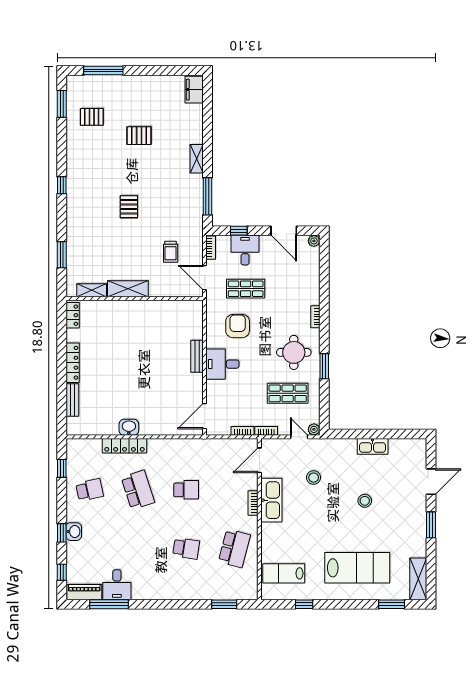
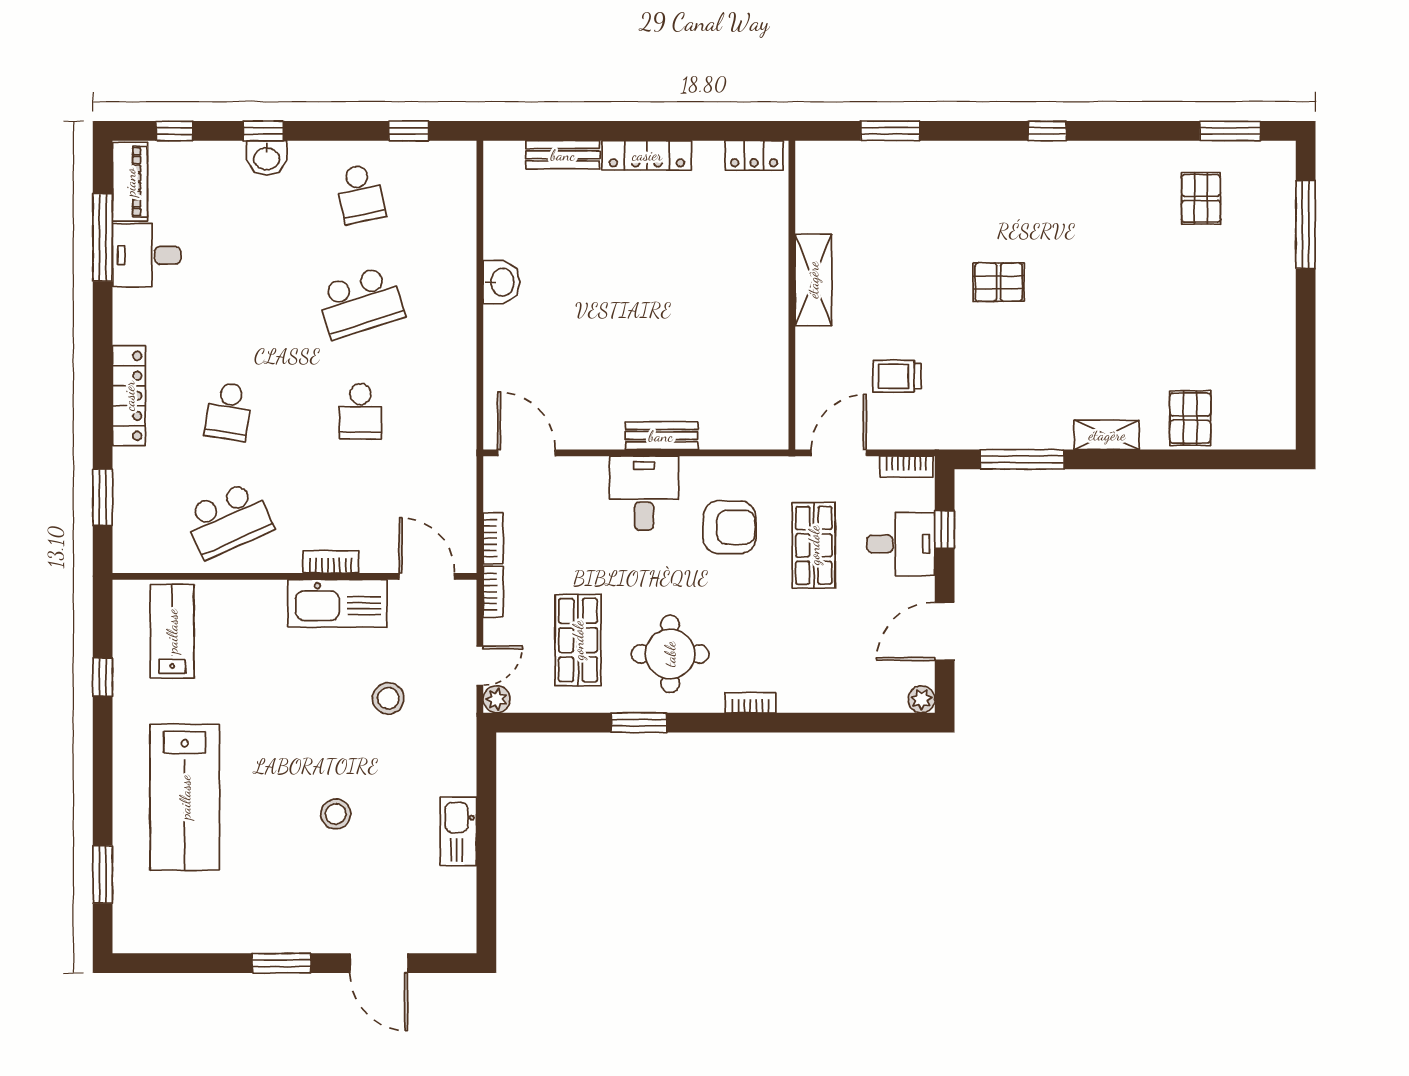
filing cabinet: (194, 90) -> (1263, 429), removed
pallet: (139, 136) -> (1190, 418), moved
shelving: (92, 290) -> (810, 198), removed
locker: (125, 446) -> (129, 396), moved, turned 180
school desk: (234, 548) -> (229, 520), turned -39
shelving: (418, 579) -> (160, 935), removed

